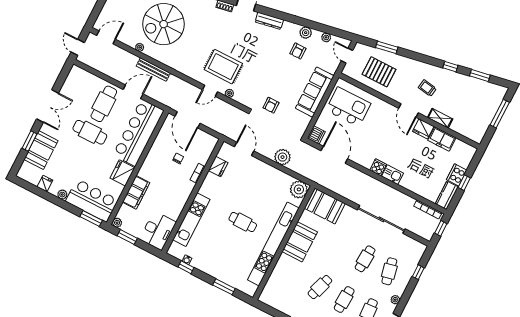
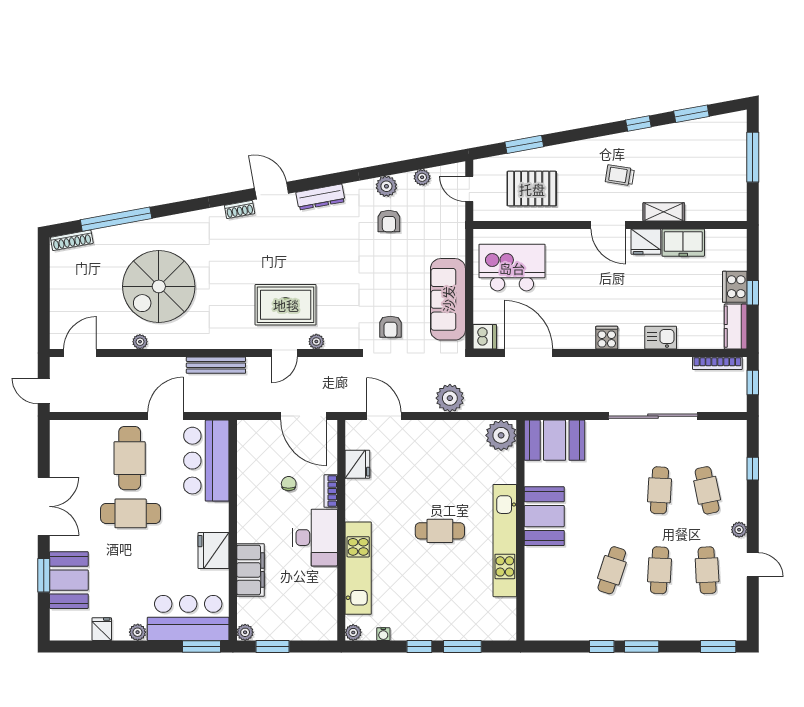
bench: (153, 70) -> (216, 365), moved
sofa: (315, 92) -> (448, 299), moved
door: (187, 120) -> (303, 416), moved
bar counter: (138, 133) -> (206, 461), width x0.73
kitchen sink: (393, 175) -> (661, 338), moved
desk: (158, 231) -> (315, 538), moved
kitchen unit: (273, 244) -> (505, 541), width x0.73
plant: (172, 251) -> (353, 632), added
window: (186, 267) -> (419, 646), moved

